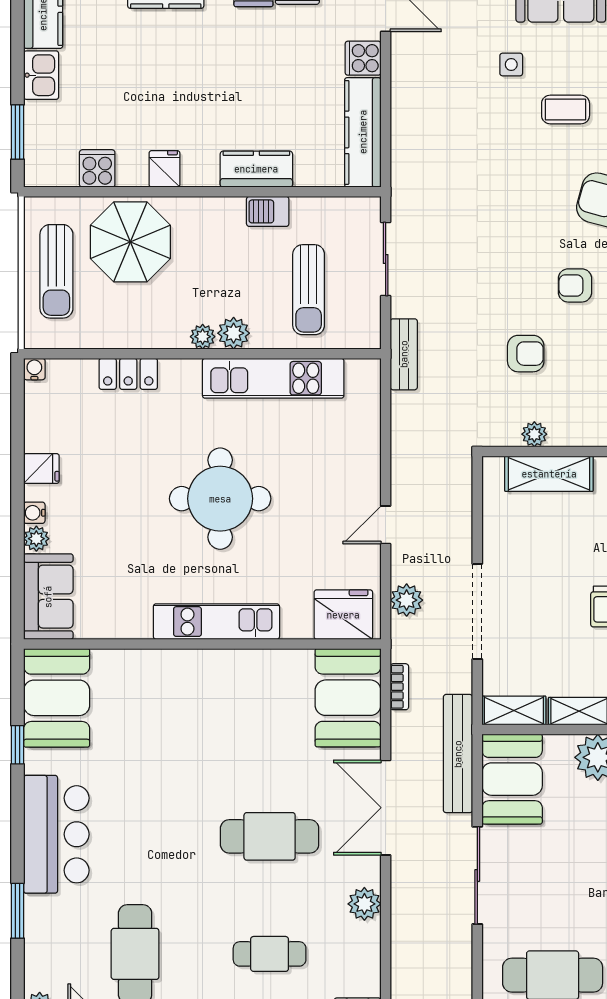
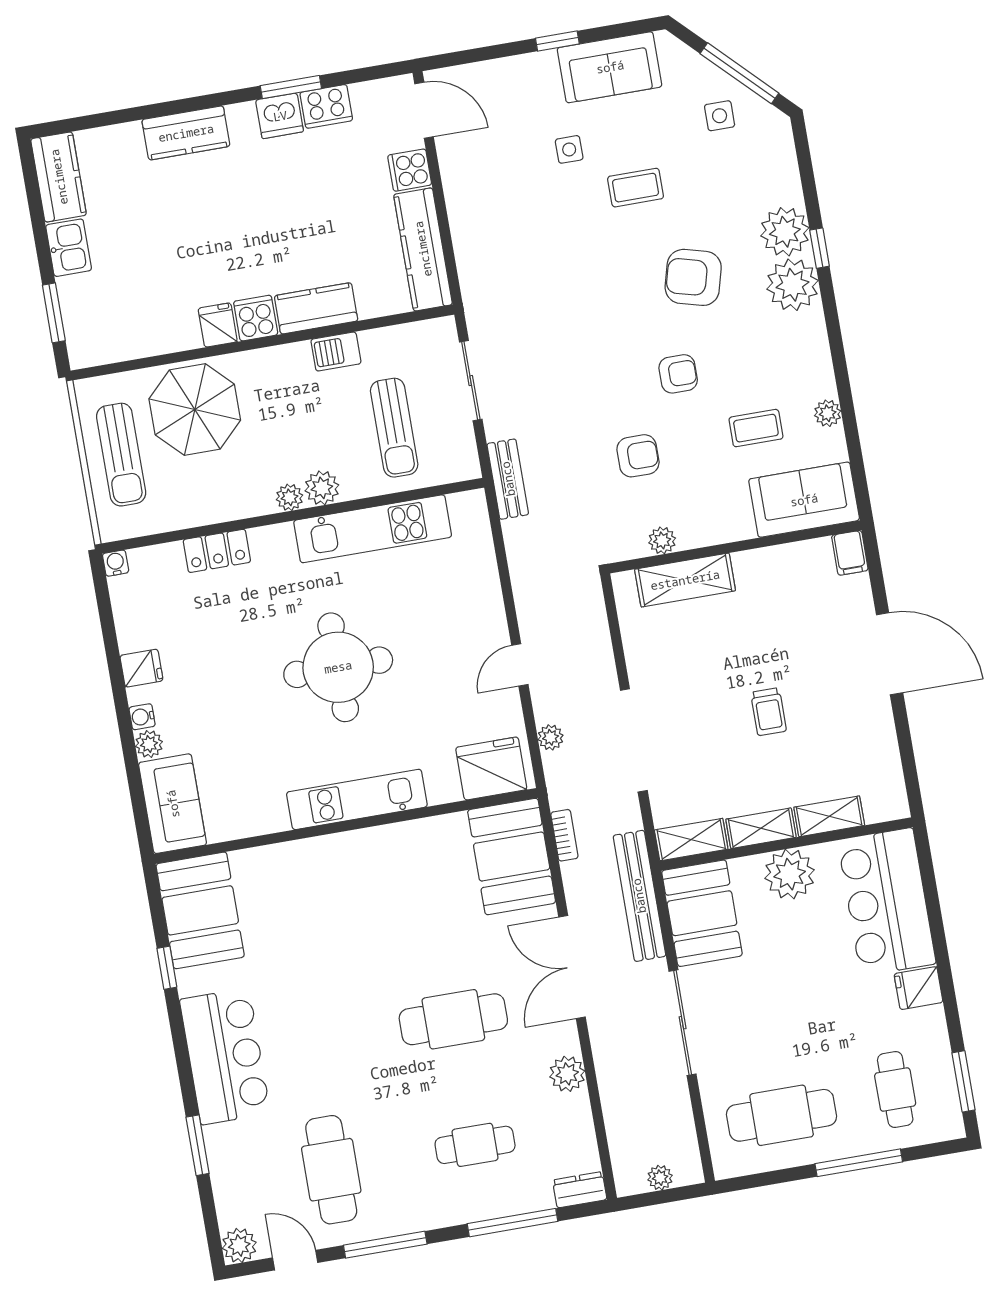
cooker: (97, 168) -> (256, 318), moved
armchair: (575, 285) -> (678, 374), turned 180
plant: (407, 600) -> (551, 737), width x0.73, depth x0.73

